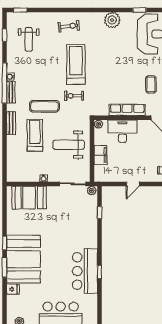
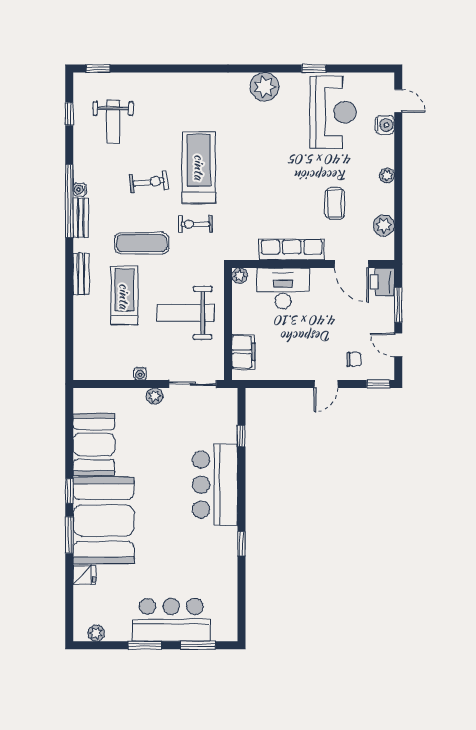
exercise bike: (69, 26) -> (149, 182), moved
filing cabinet: (101, 155) -> (243, 352), moved
door: (133, 184) -> (326, 384), moved
plant: (92, 191) -> (154, 396), moved
booth: (29, 198) -> (94, 444), moved, turned 90
bar counter: (85, 271) -> (215, 485), moved

